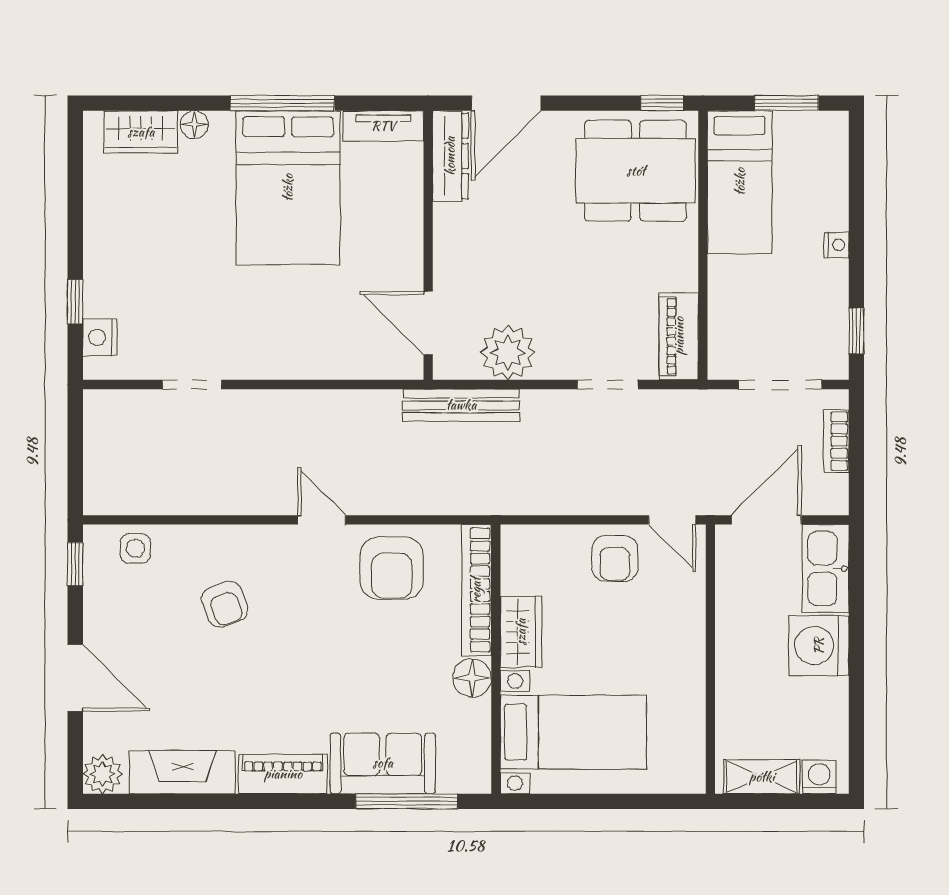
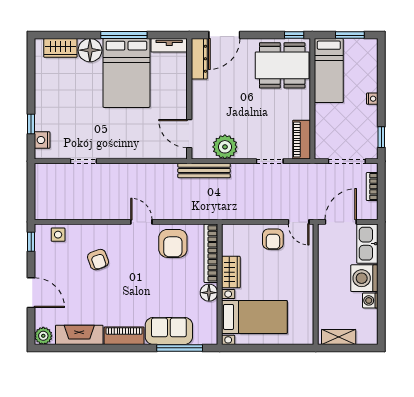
floor lamp: (194, 125) -> (90, 50), width x1.89, depth x1.89
washing machine: (819, 777) -> (370, 300), moved, turned -90

